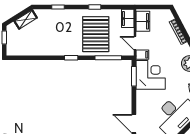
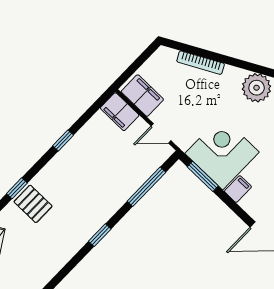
pallet: (96, 34) -> (33, 204), moved, width x0.49, depth x0.50
filing cabinet: (142, 55) -> (238, 189), moved

